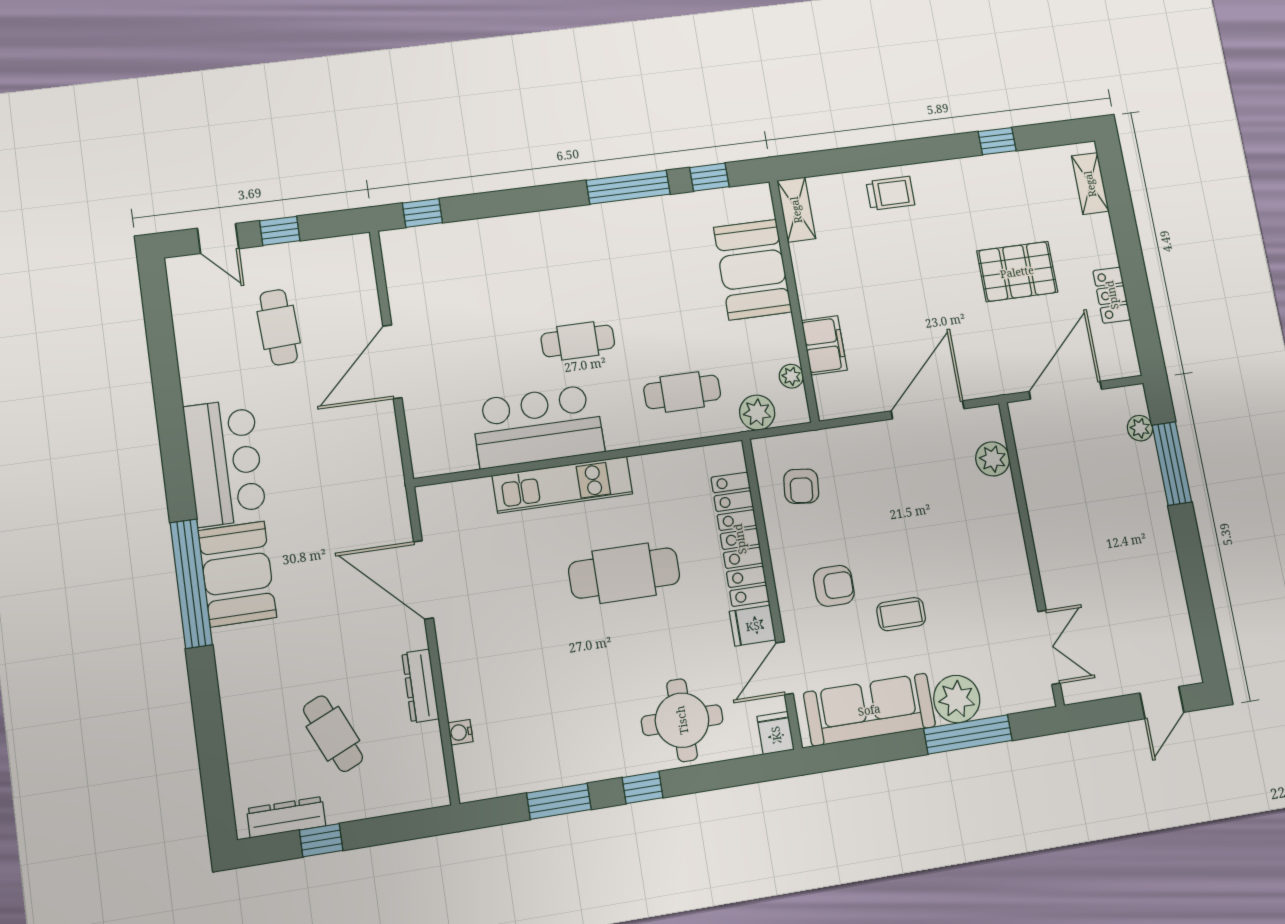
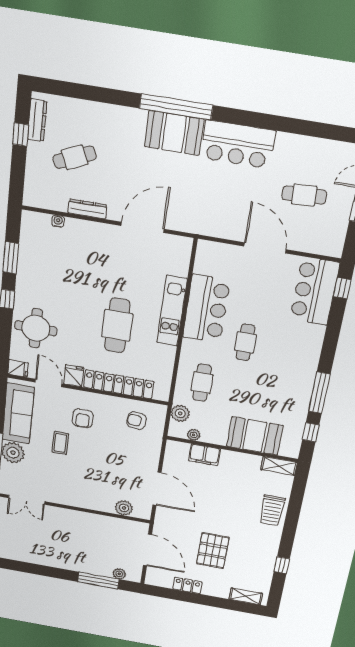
trolley: (890, 193) -> (272, 510), width x1.36, depth x1.39
bar counter: (443, 256) -> (315, 291), added

